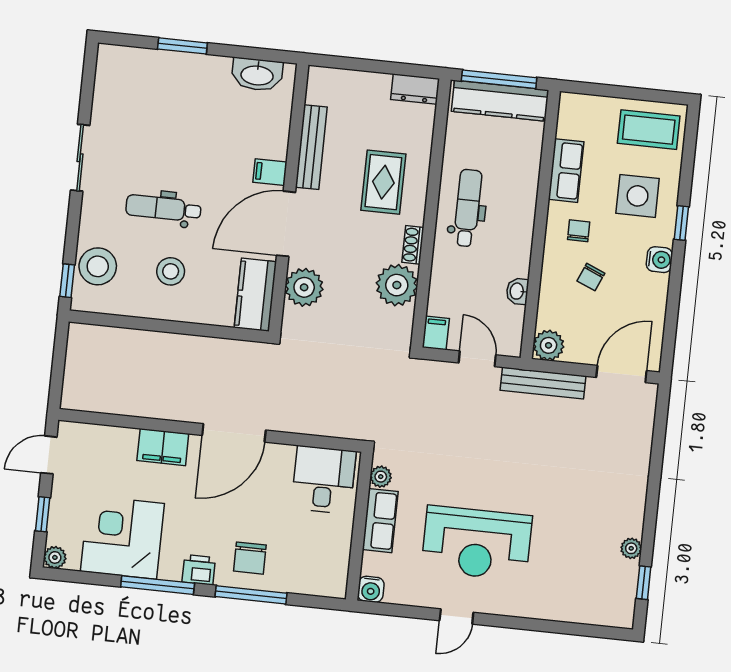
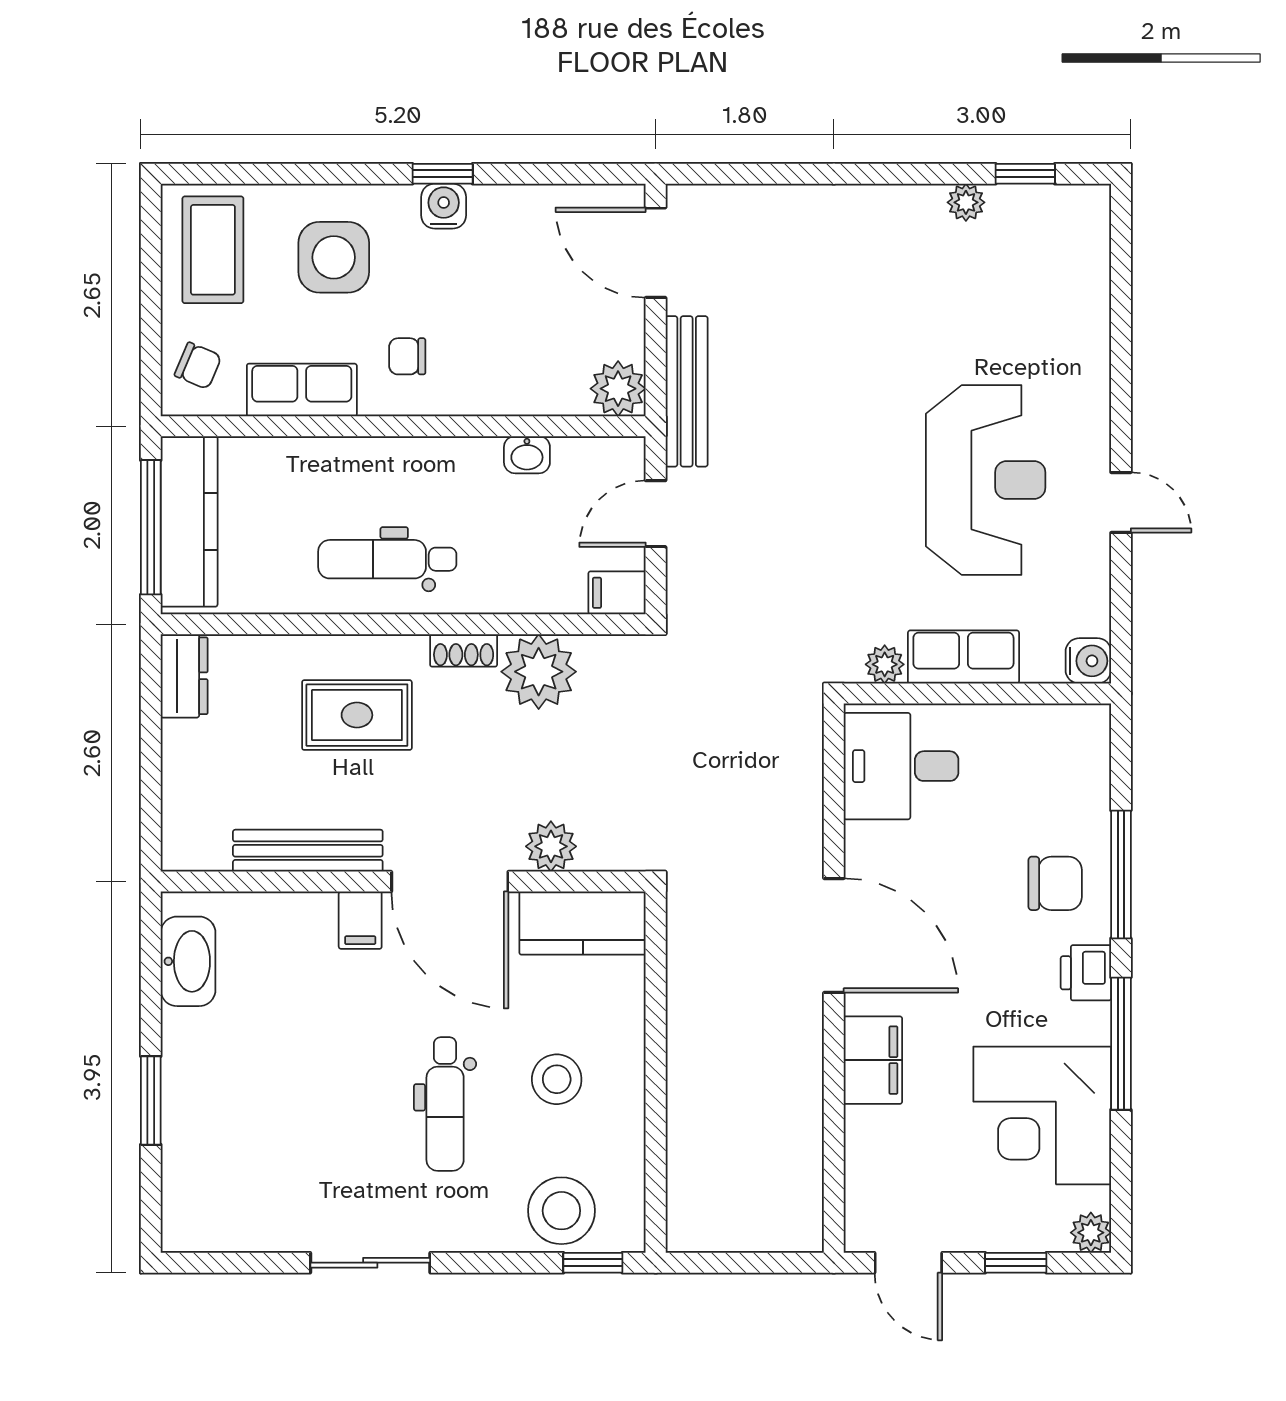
window: (681, 223) -> (443, 174), moved
chair: (591, 277) -> (198, 366), moved
plant: (304, 287) -> (551, 846), width x0.73, depth x0.73

